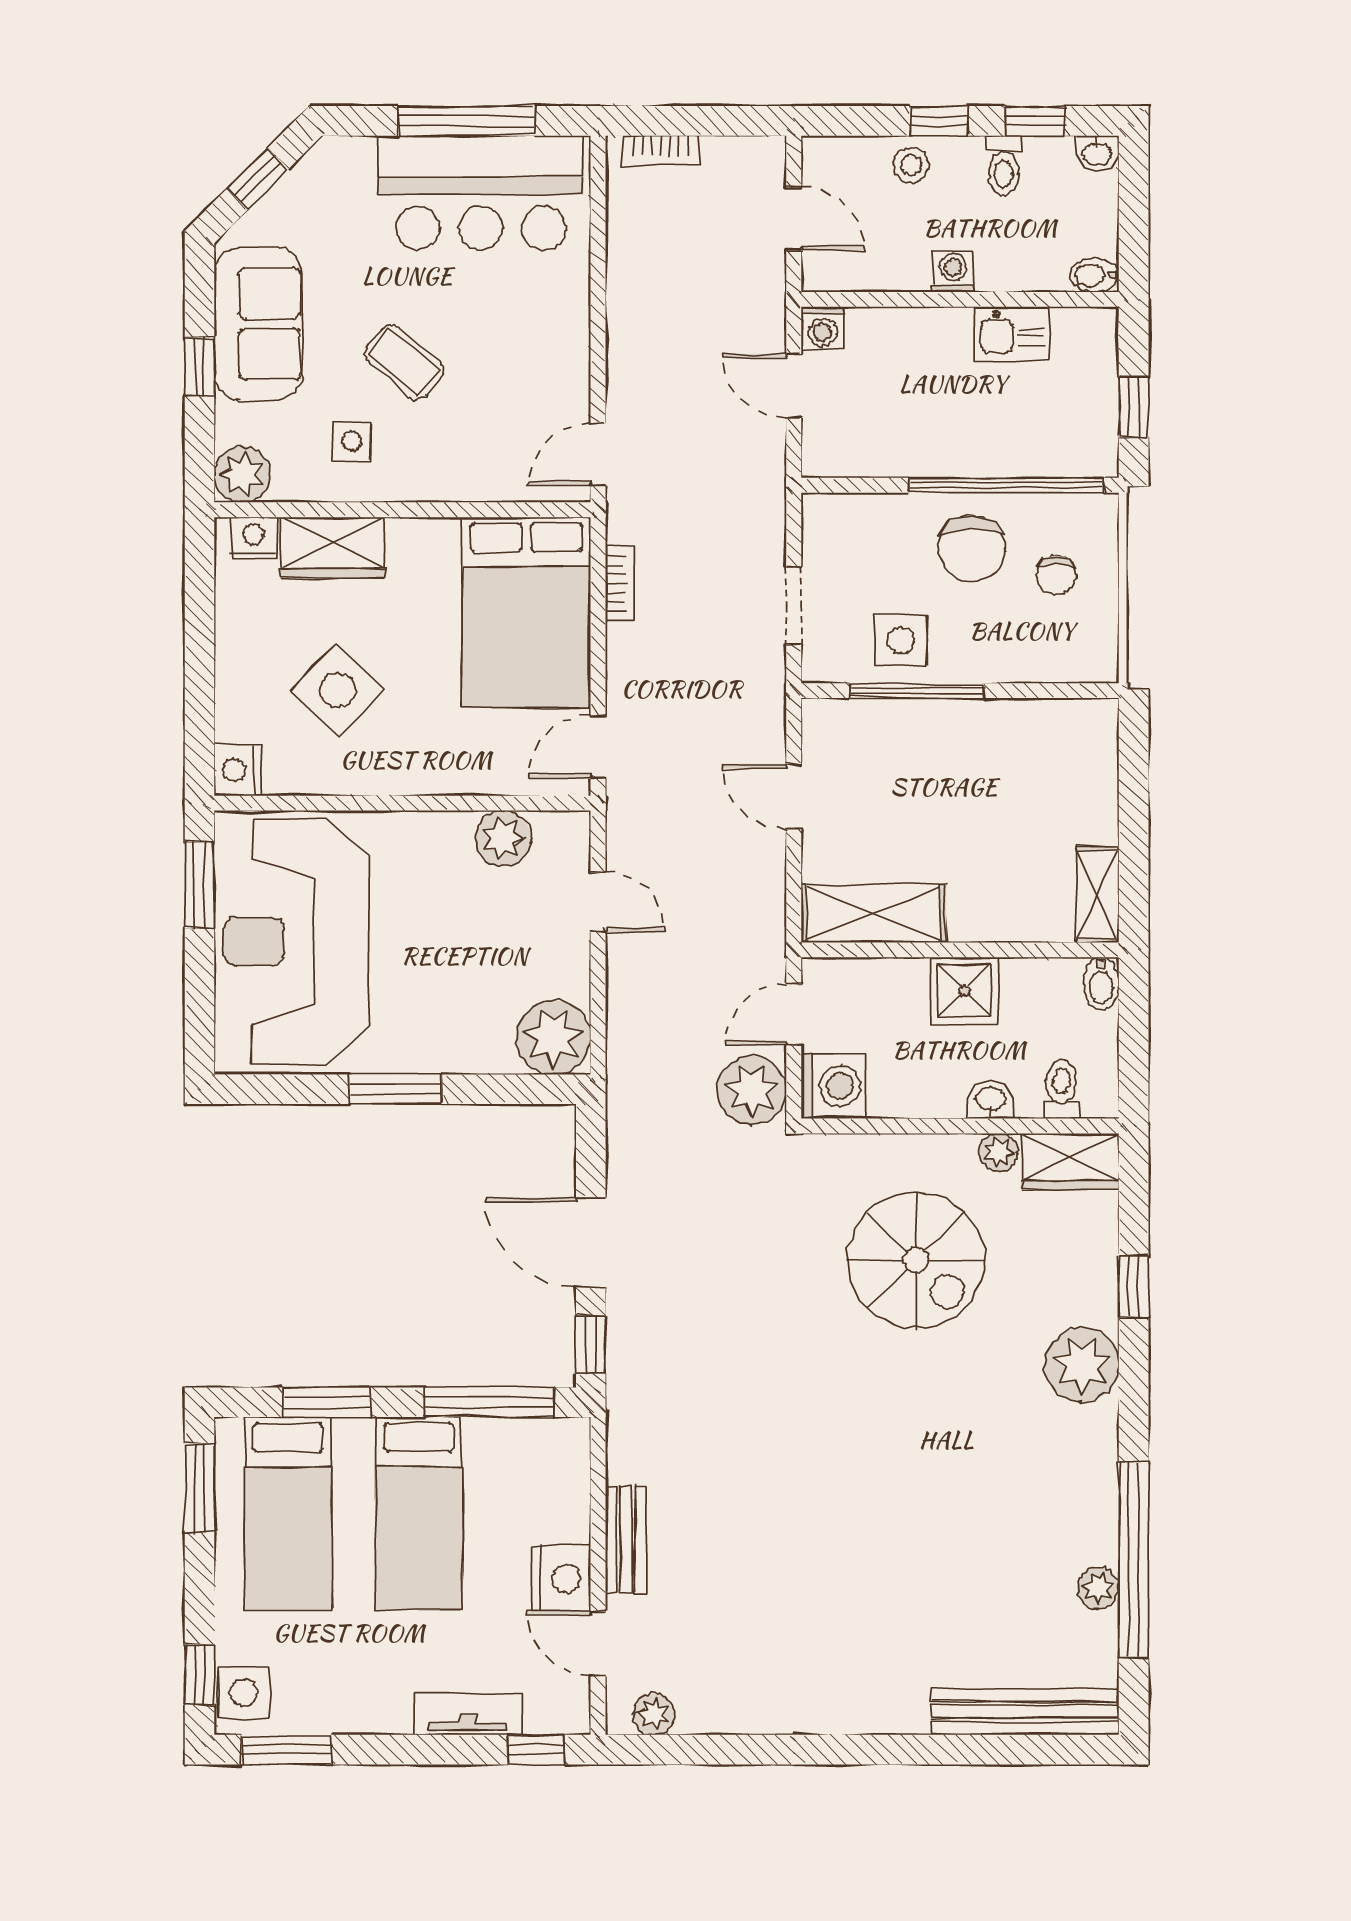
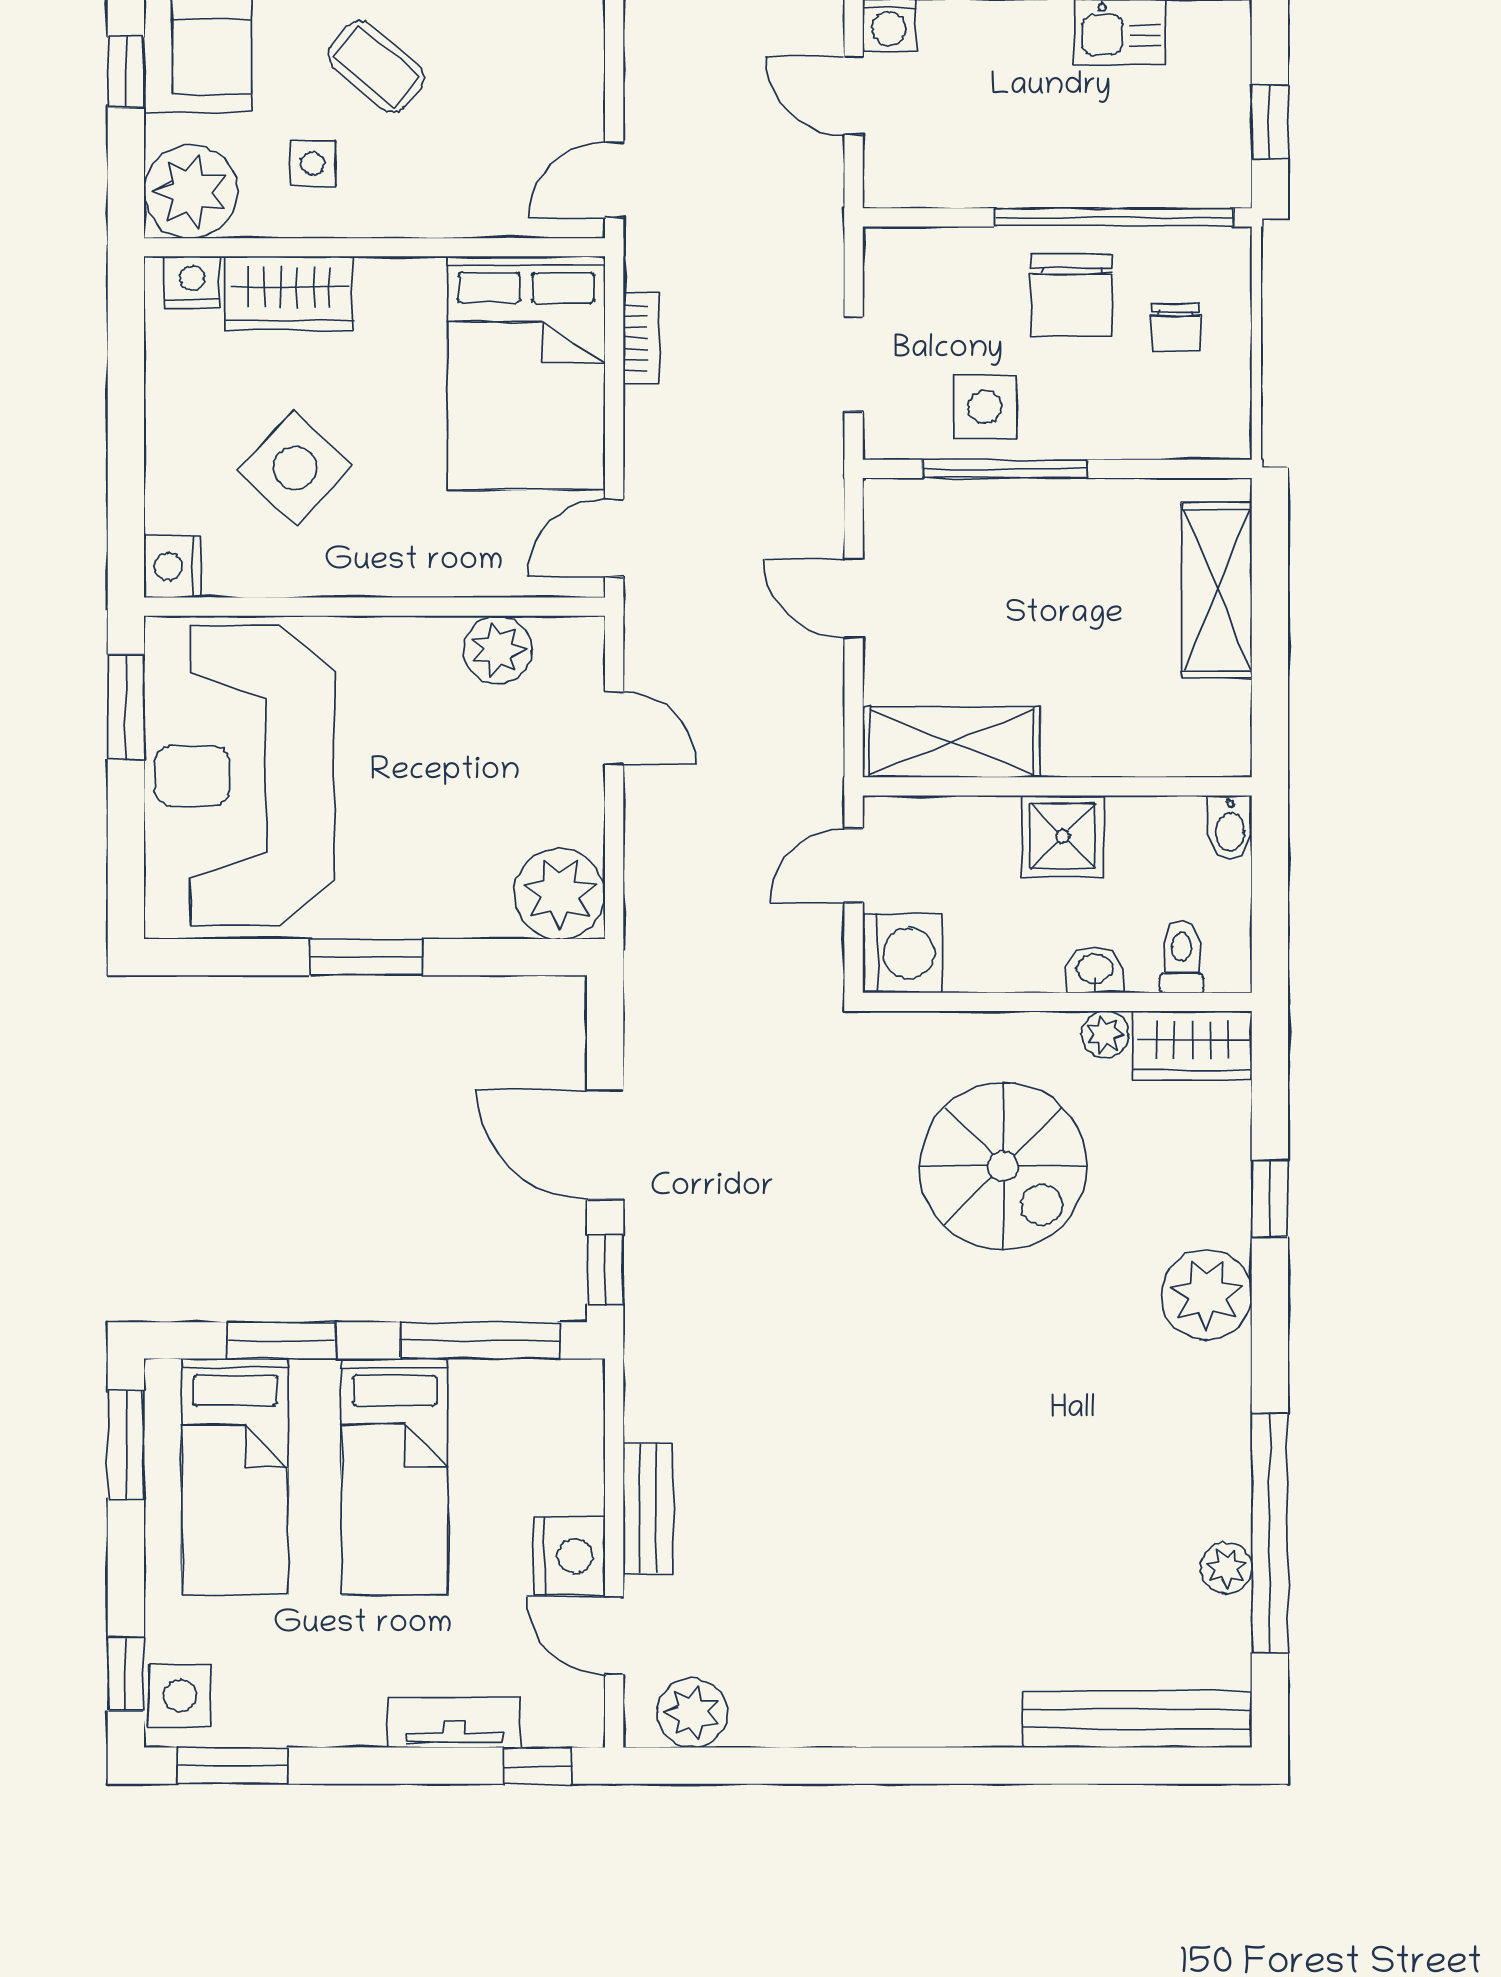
plant: (242, 474) -> (191, 191), width x1.36, depth x1.36
shelving: (1097, 895) -> (1217, 590), moved, width x1.50, depth x1.33
plant: (752, 1090) -> (802, 958), removed
plant: (654, 1714) -> (692, 1713), width x1.38, depth x1.38

